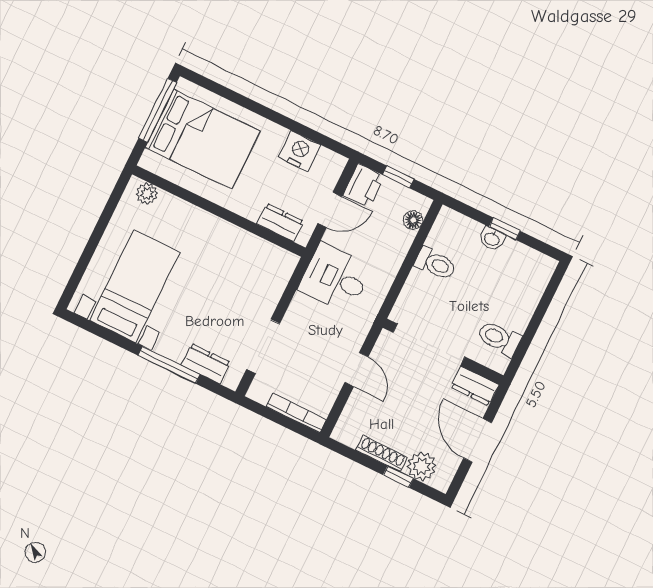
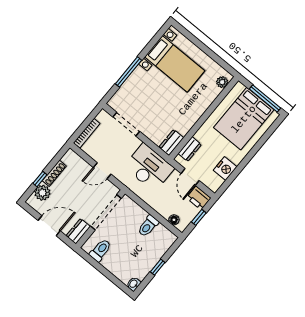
washbasin: (492, 239) -> (134, 284), moved
desk: (335, 278) -> (149, 167), width x1.37
dresser: (206, 364) -> (171, 142), moved, turned 180

